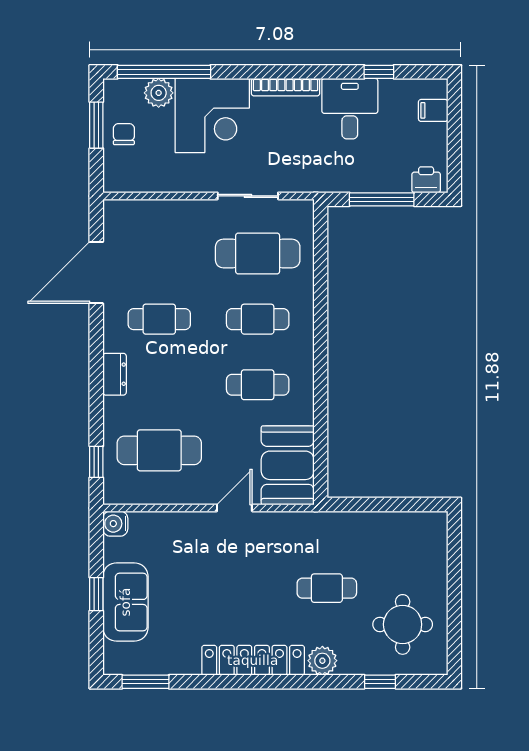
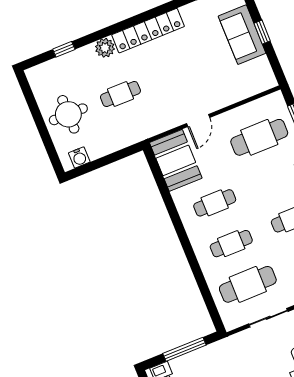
water cooler: (115, 524) -> (79, 157), moved, turned 90
round table: (403, 624) -> (68, 114), moved

